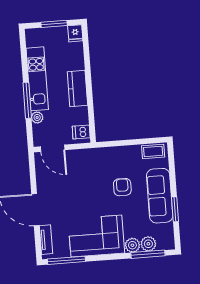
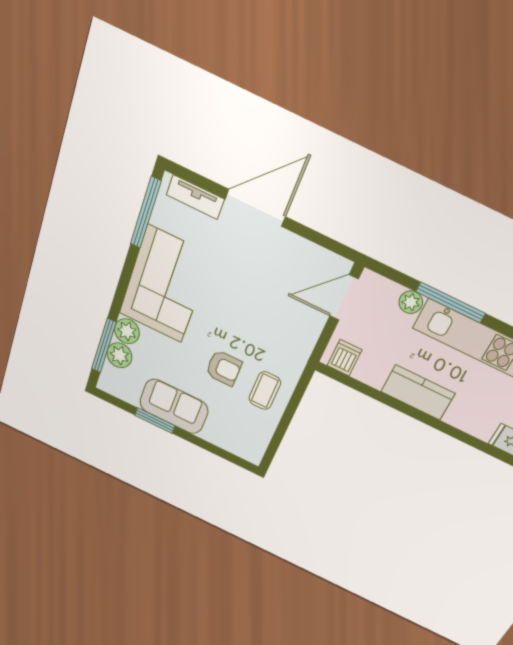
coffee table: (153, 151) -> (265, 391), moved
sofa: (160, 196) -> (174, 406), width x0.73

